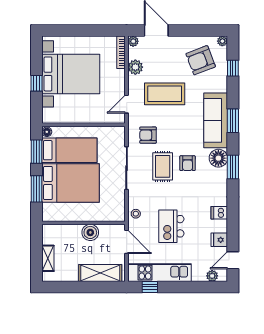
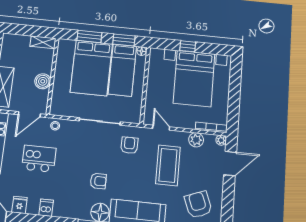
armchair: (188, 163) -> (98, 181), turned 180
rug: (163, 166) -> (98, 156), removed
shelving: (48, 258) -> (43, 42), moved

